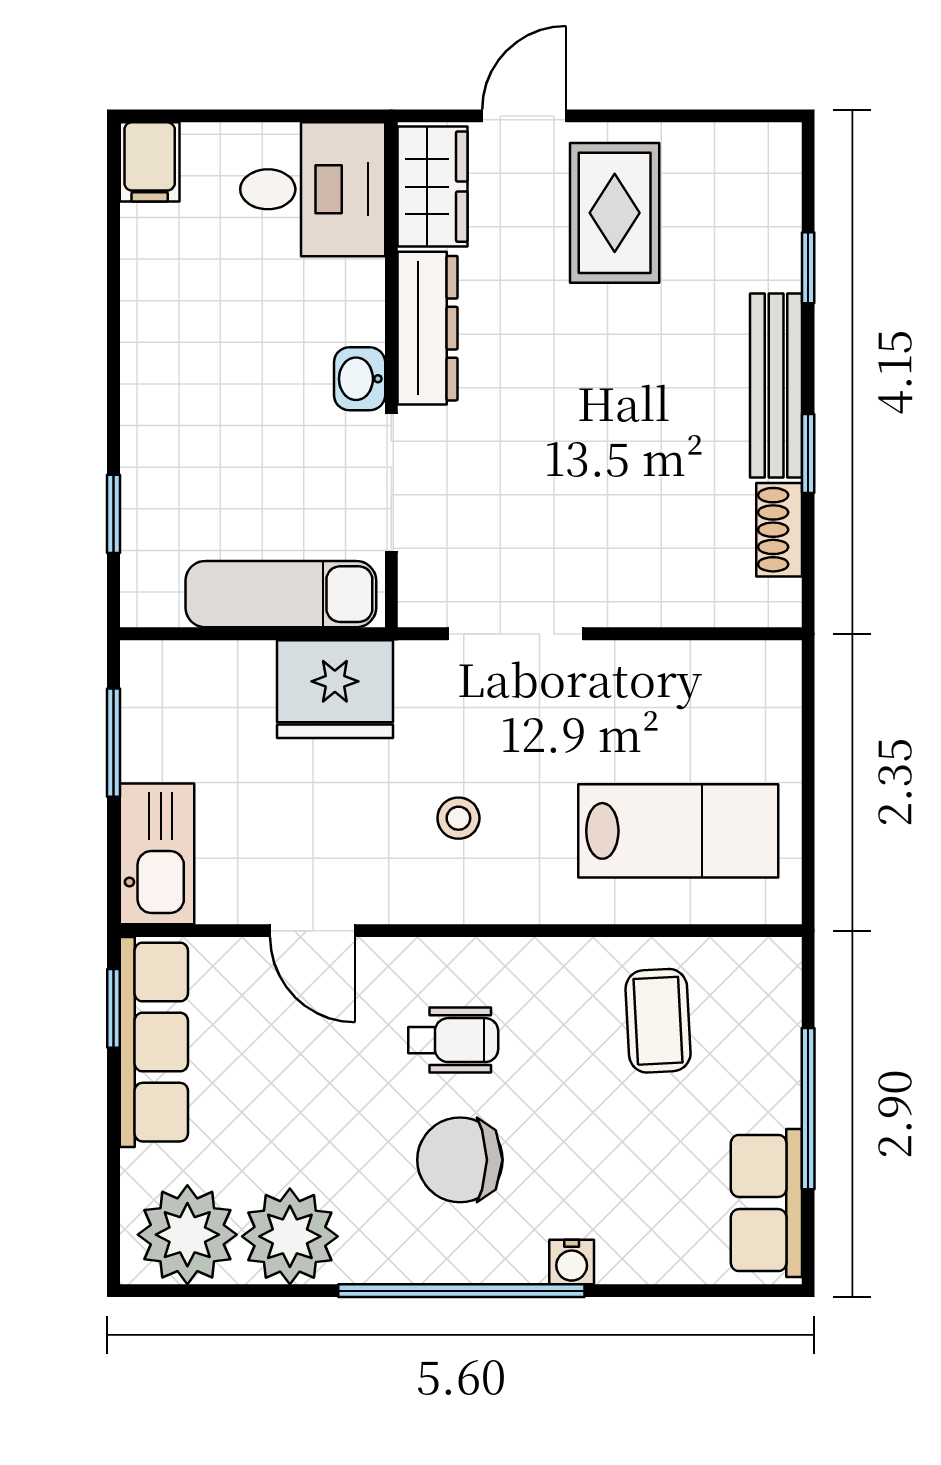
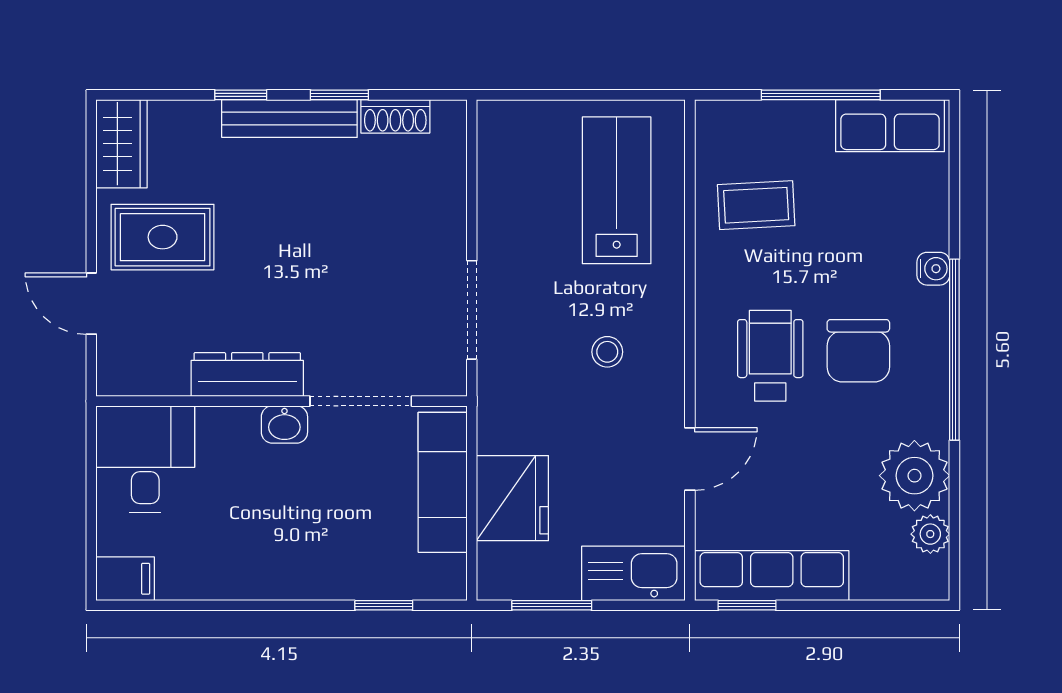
wardrobe: (433, 187) -> (122, 144), moved, turned 90
window: (808, 268) -> (241, 95), moved
fridge: (335, 689) -> (512, 498), moved
wheelchair: (453, 1040) -> (770, 356), width x1.36, depth x1.37
plant: (187, 1235) -> (930, 534), width x0.53, depth x0.53

